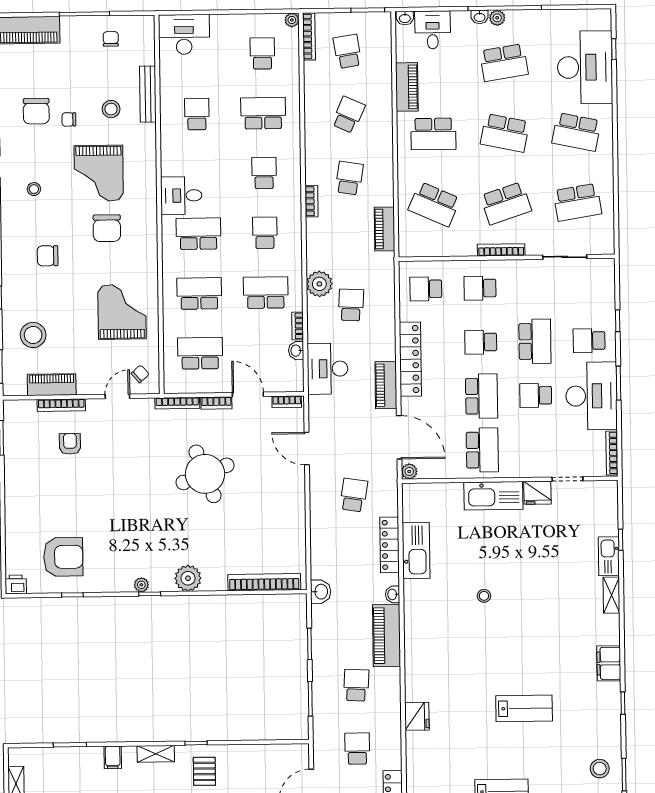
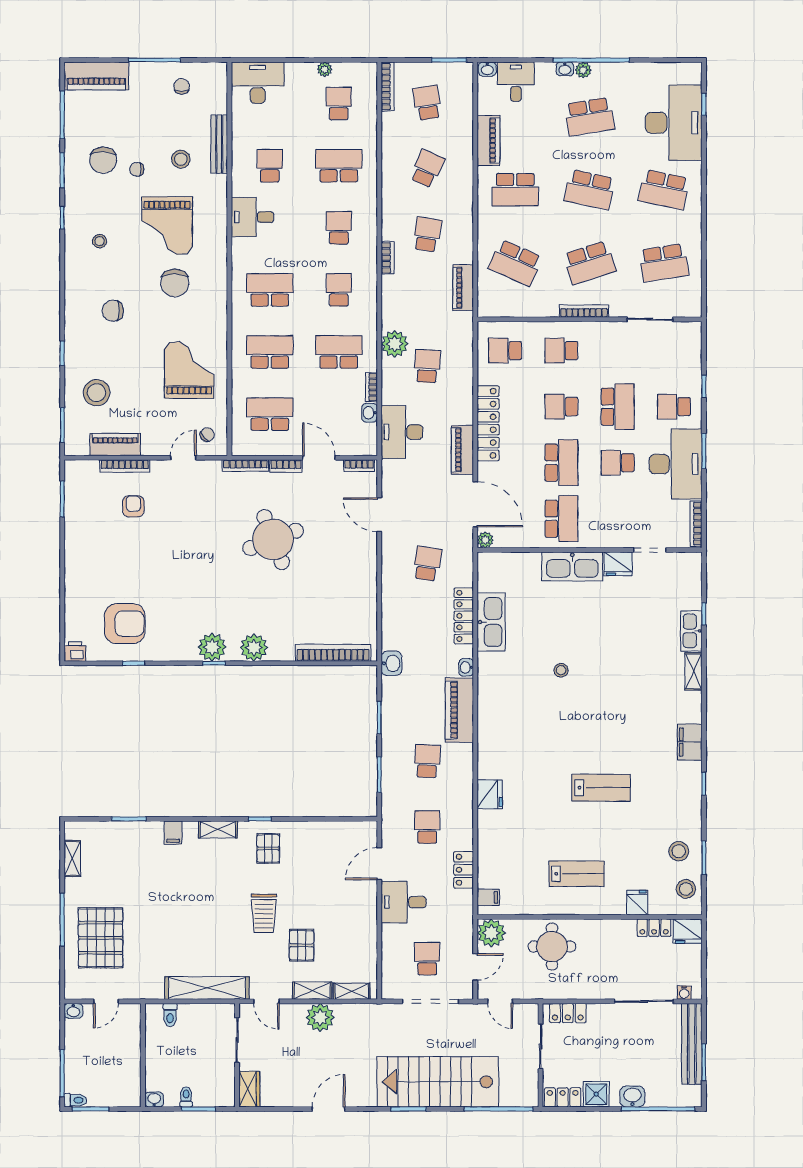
plant: (292, 20) -> (325, 69), moved
desk: (181, 196) -> (252, 217), moved
plant: (141, 585) -> (212, 647), width x1.87, depth x1.87

